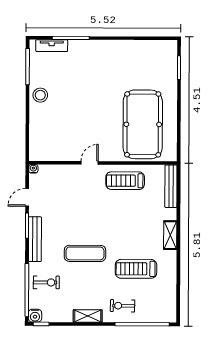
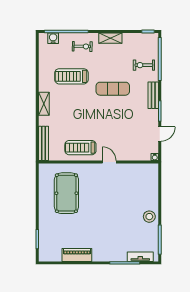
piano: (130, 48) -> (77, 255), added
pool table: (143, 124) -> (66, 193), width x0.73, depth x0.76
door: (90, 163) -> (109, 162), swing flipped
treadmill: (125, 181) -> (80, 148), turned 180
bench: (35, 239) -> (153, 95), width x0.73
treadmill: (136, 269) -> (71, 76), turned 180
water cooler: (35, 316) -> (53, 38), moved

